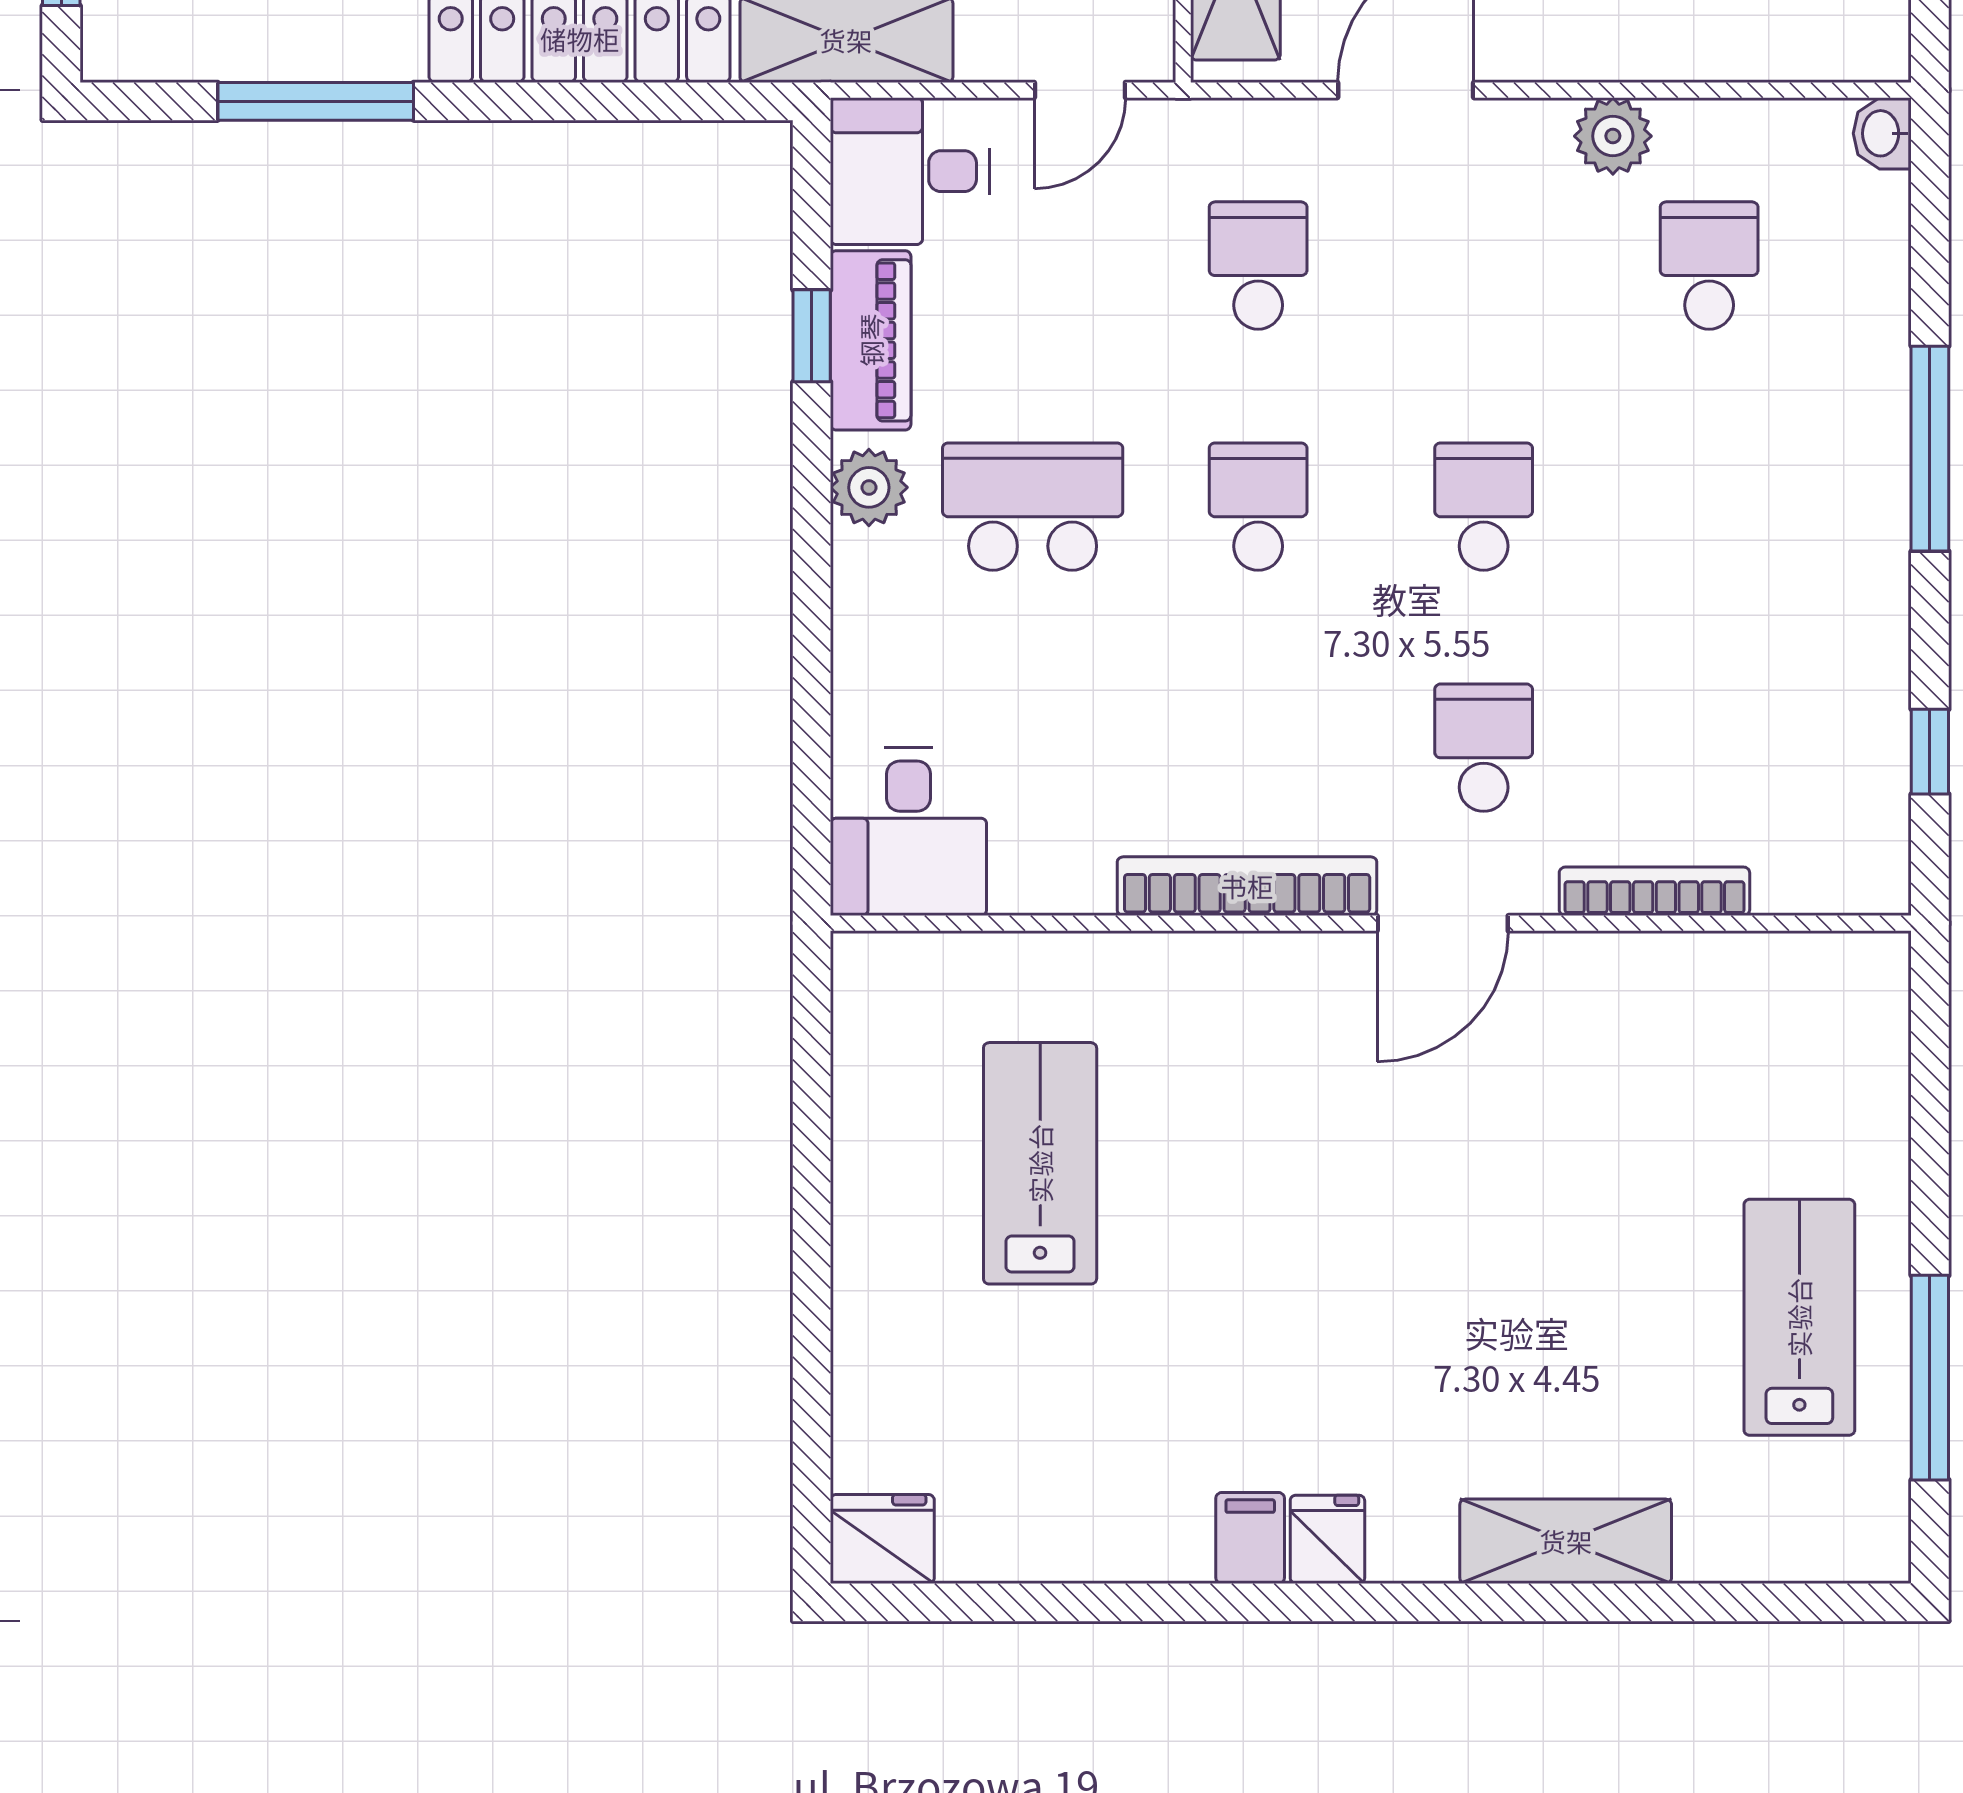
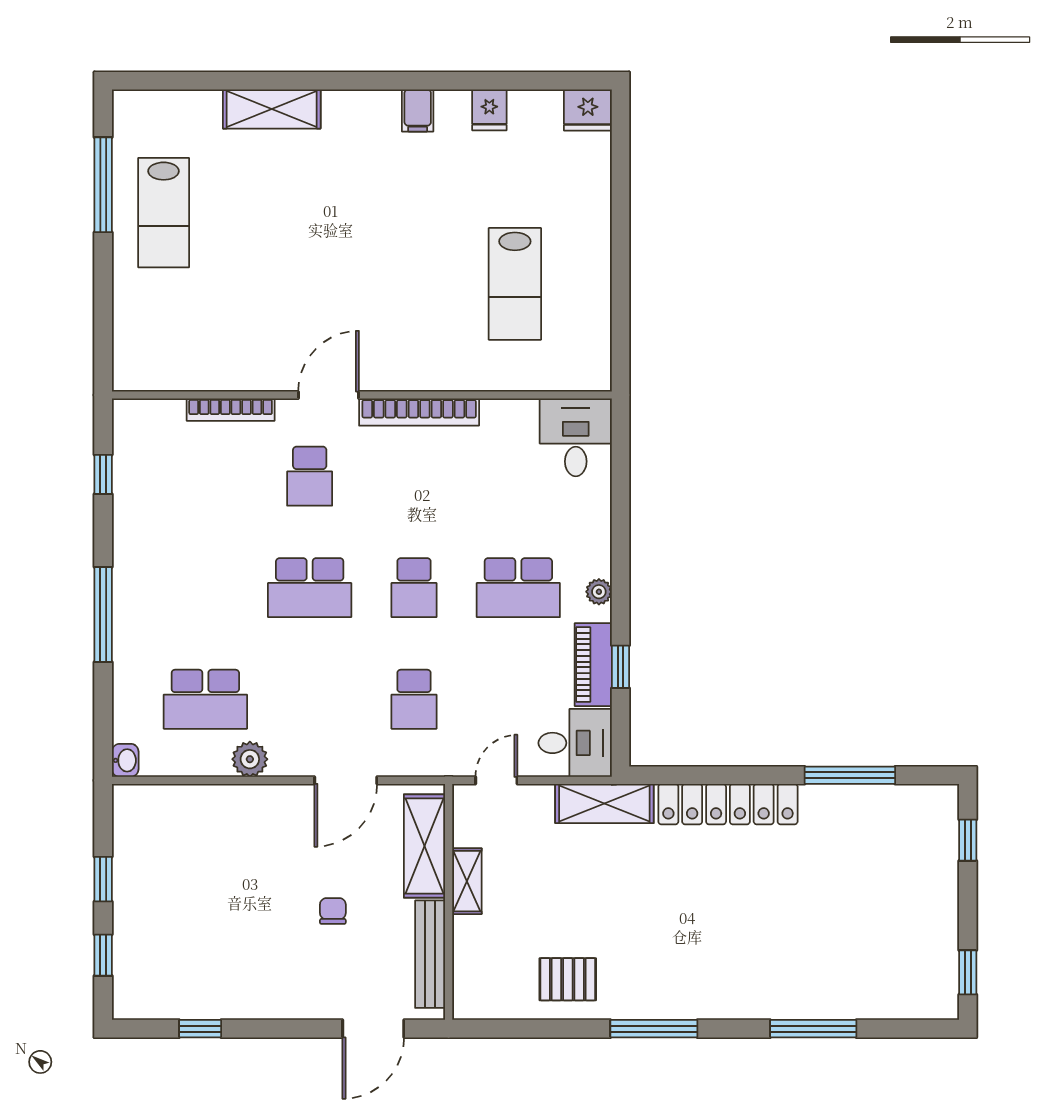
school desk: (1709, 266) -> (205, 699), width x1.85
plant: (869, 487) -> (599, 592), width x0.73, depth x0.73
school desk: (1484, 507) -> (310, 588), width x1.85
fridge: (1327, 1539) -> (489, 110), moved

